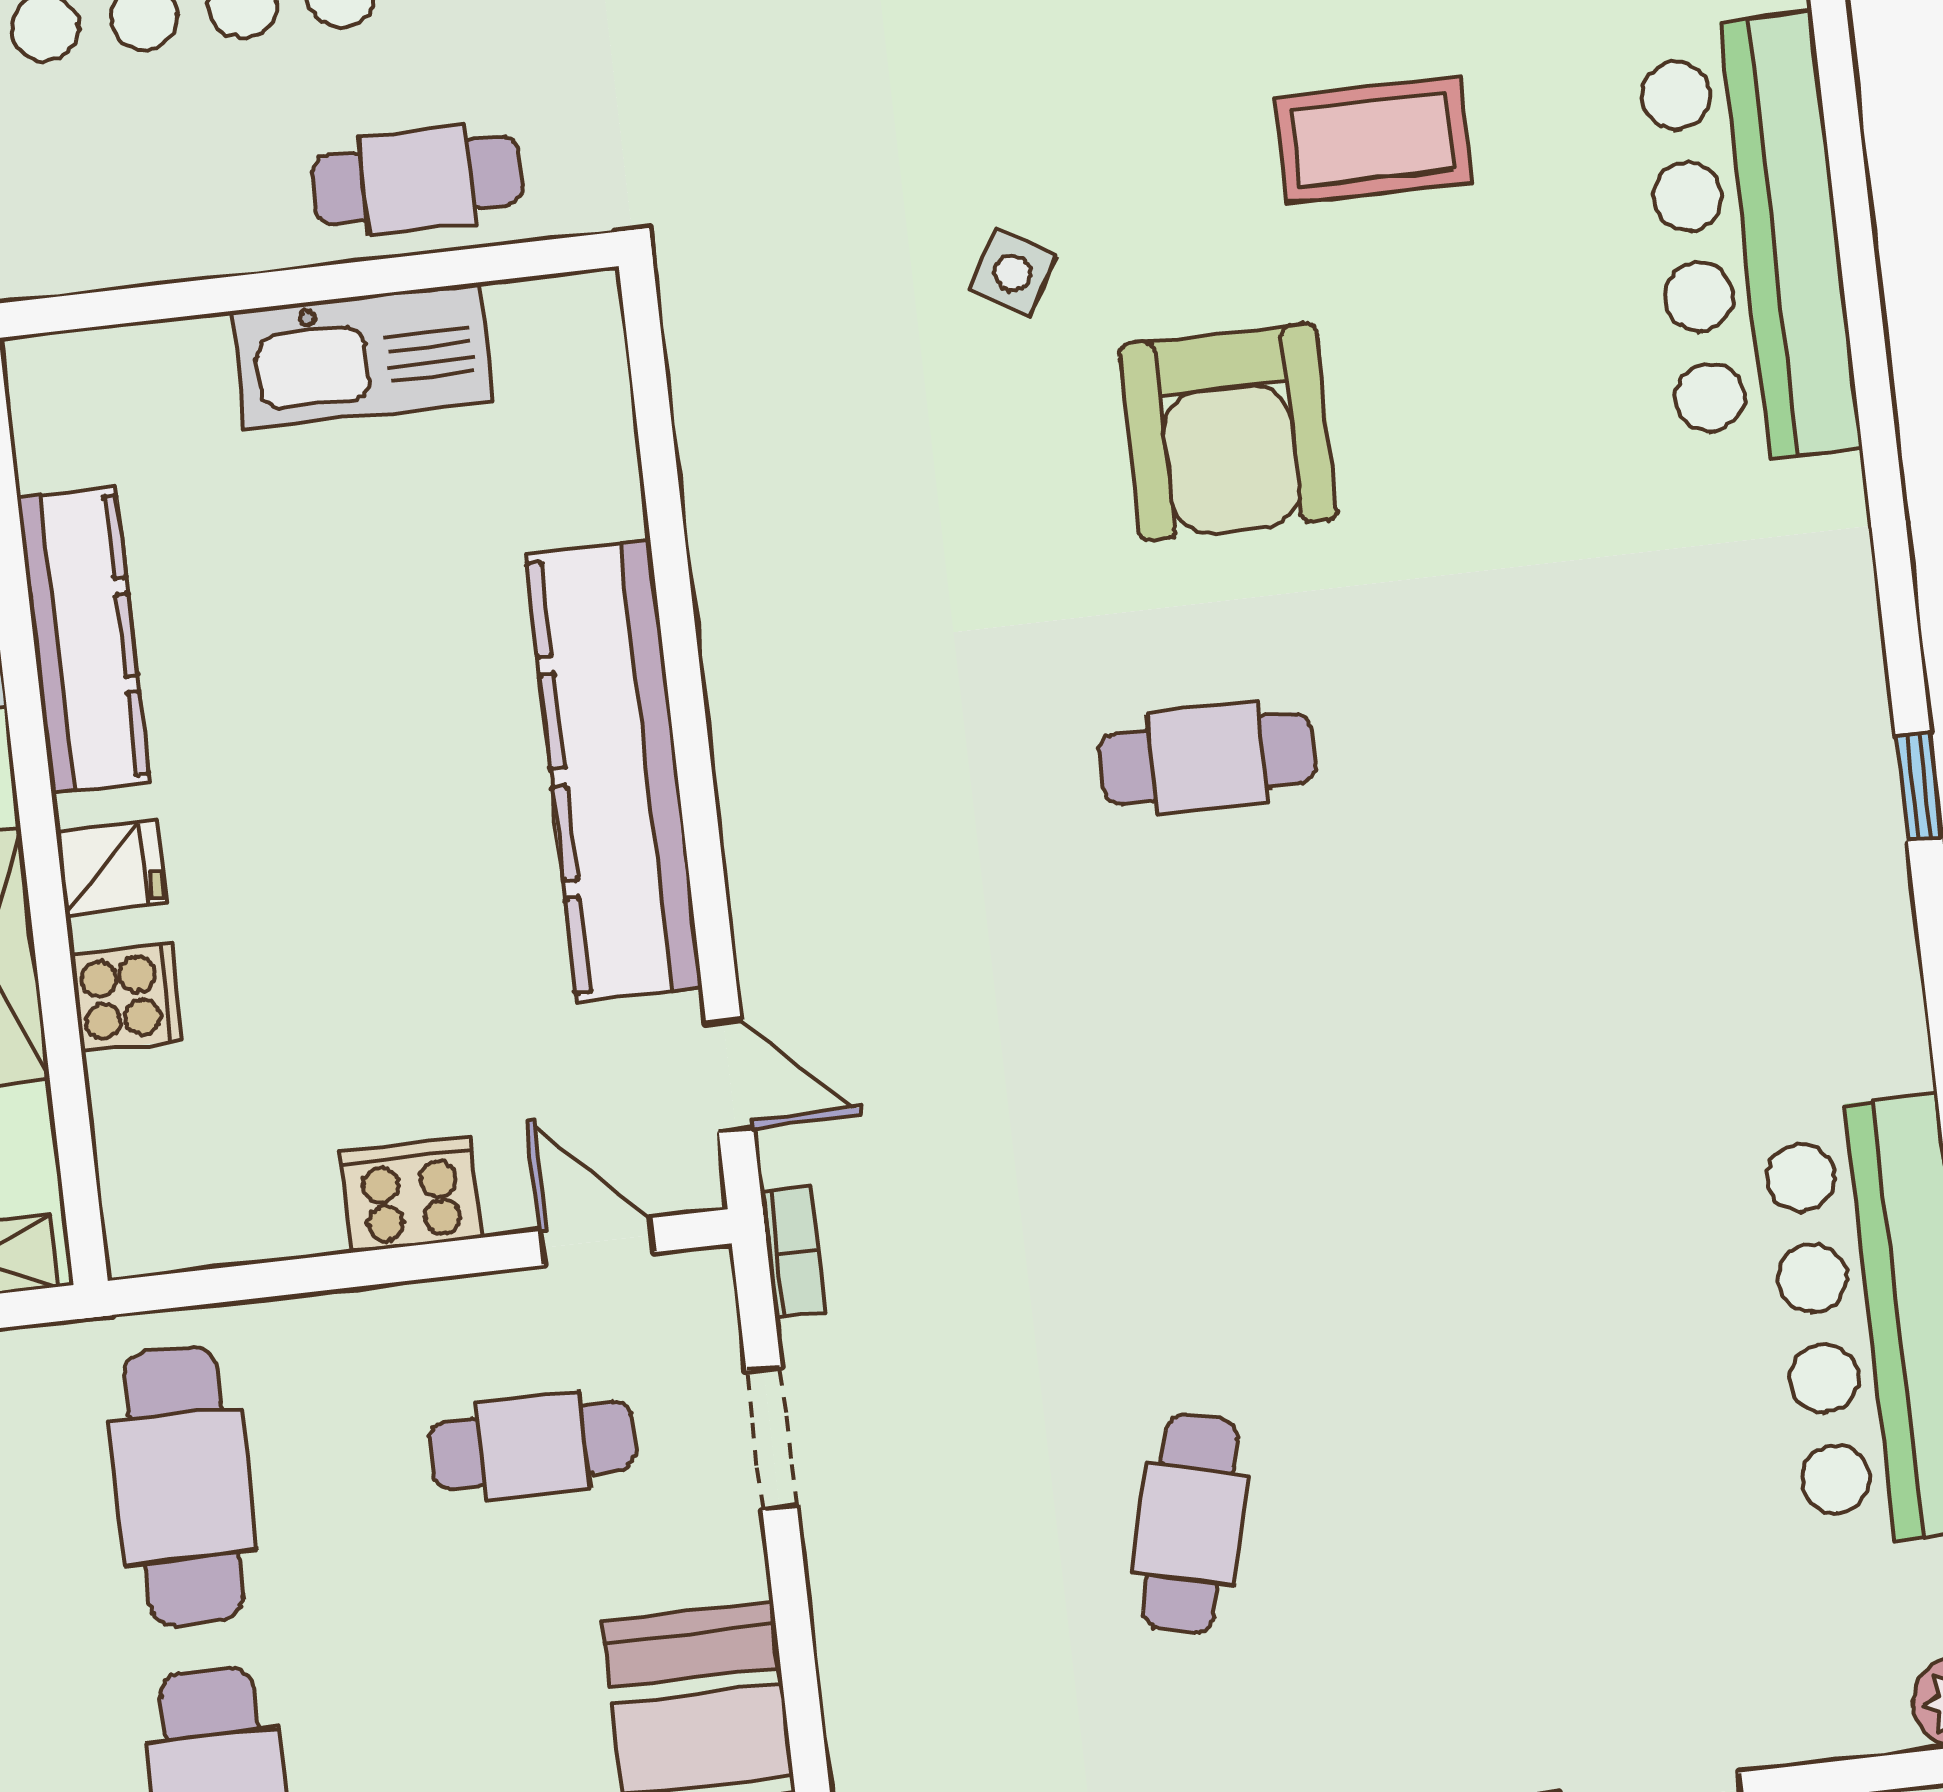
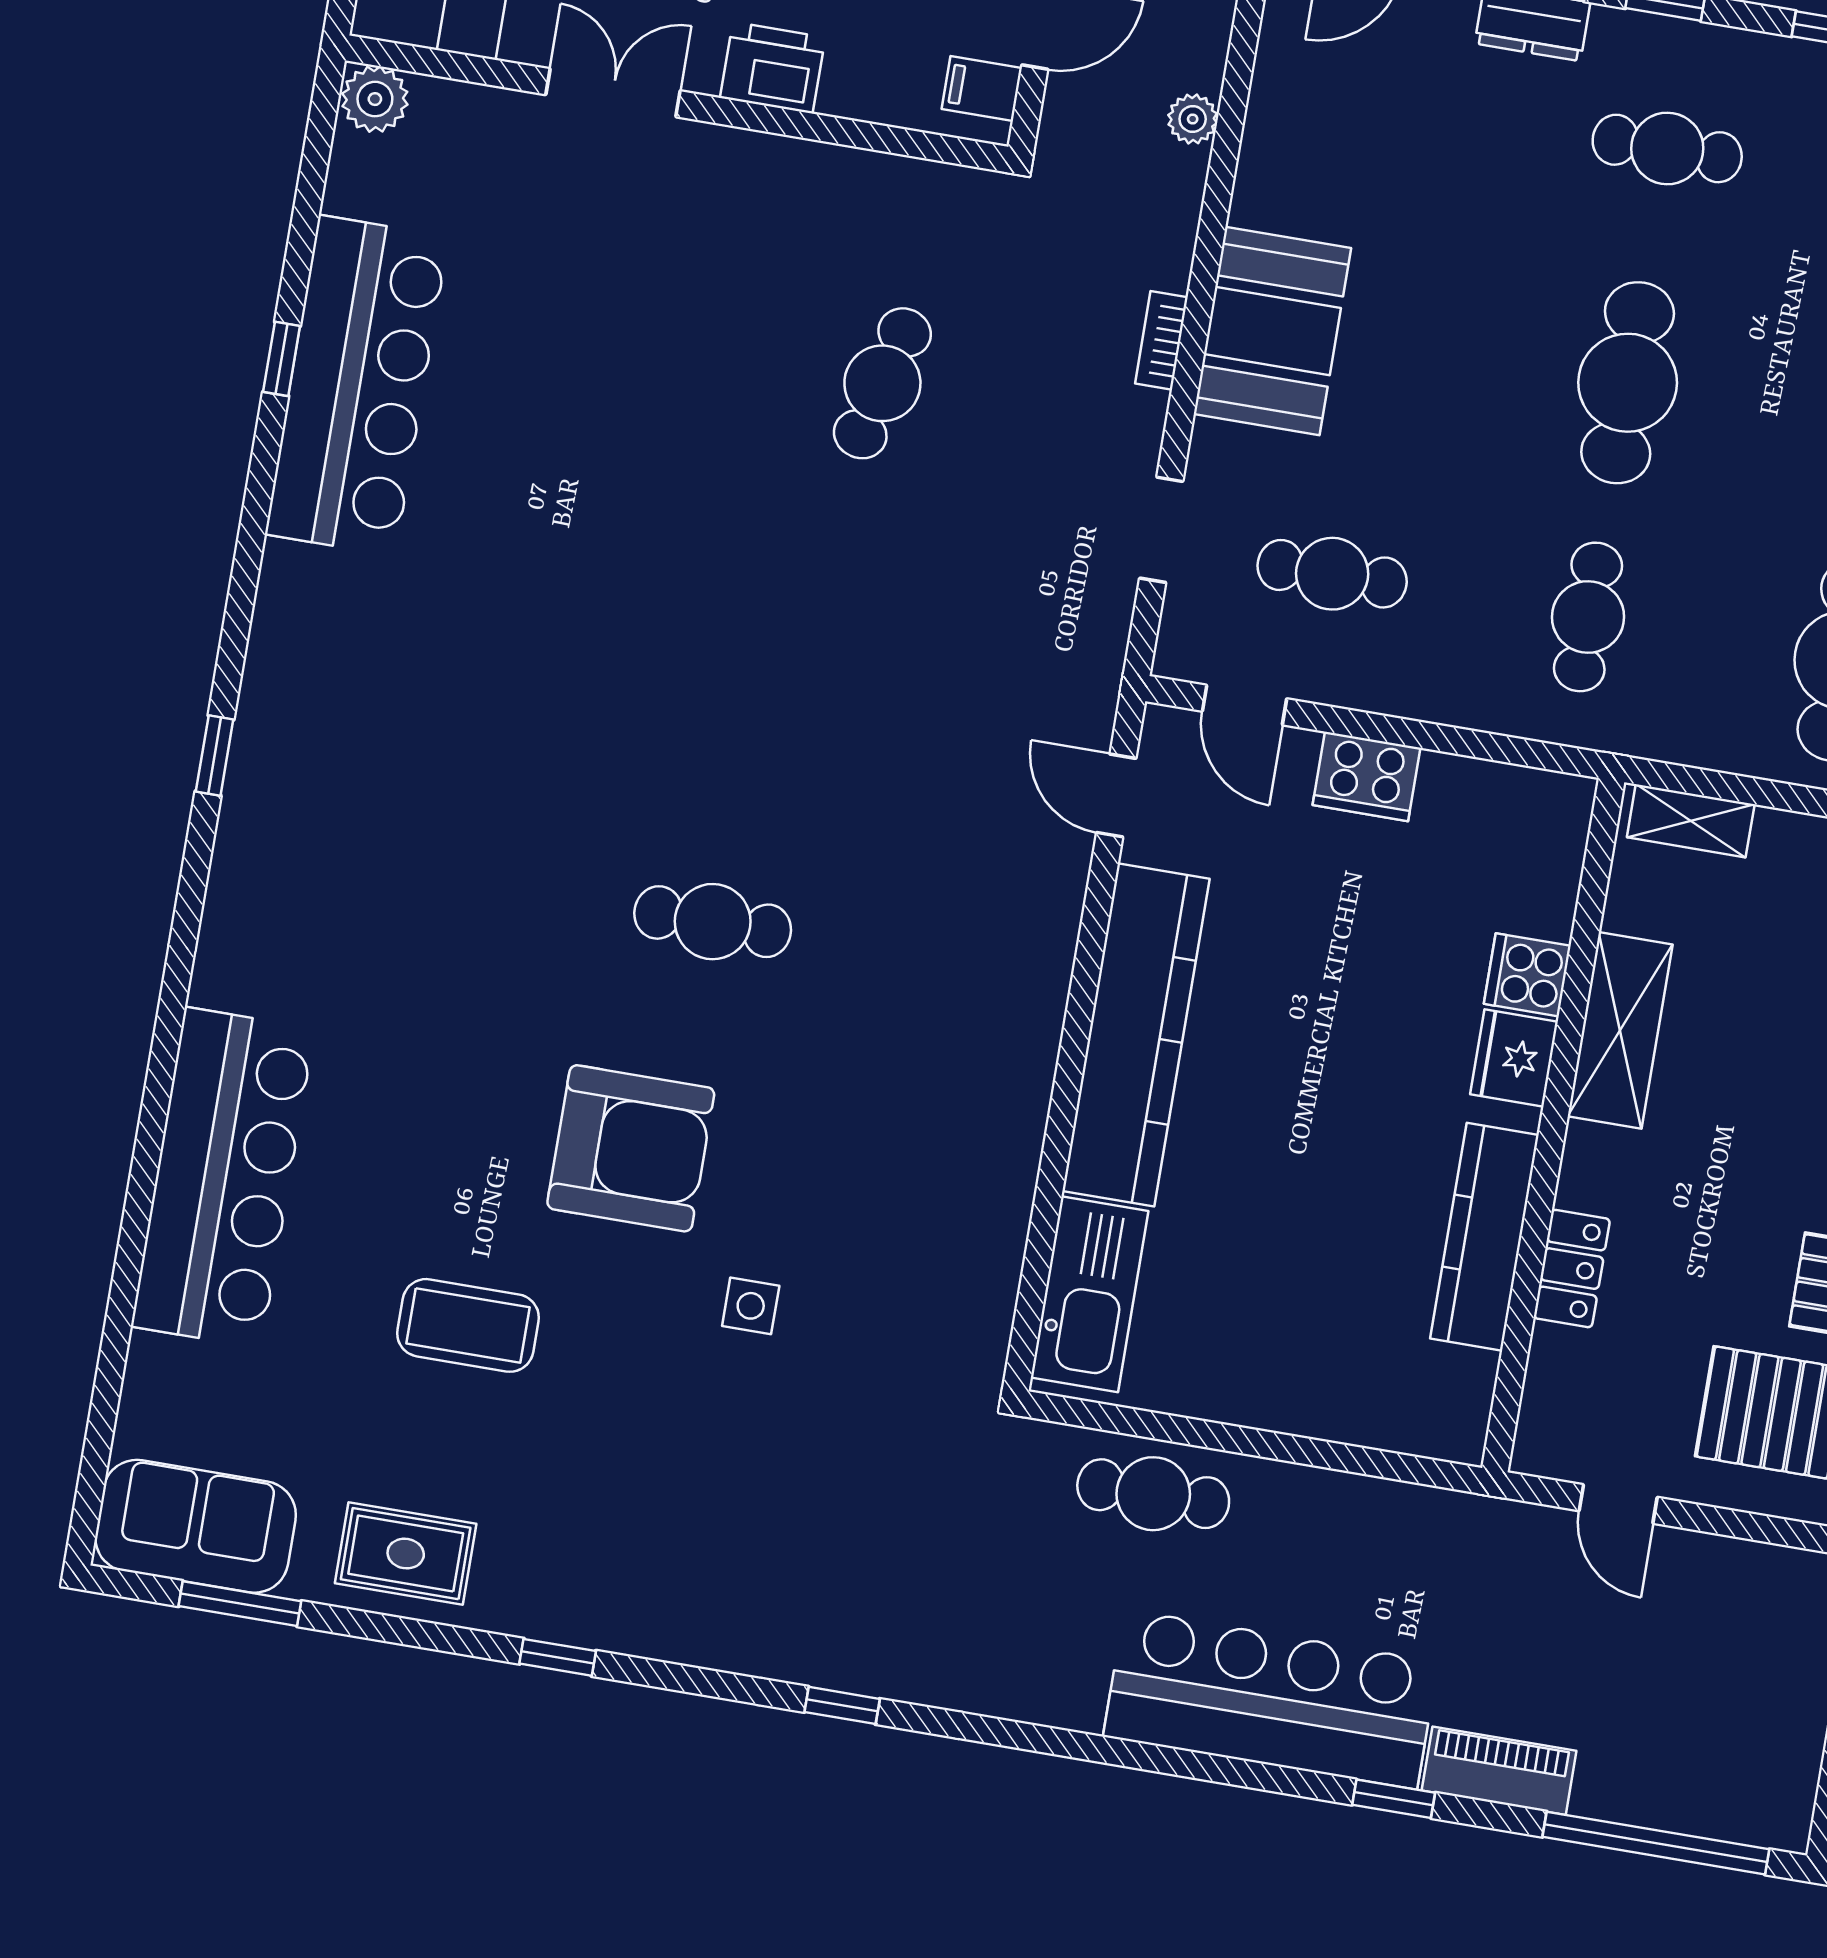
side table: (1013, 273) -> (751, 1306), turned -31
kitchen sink: (362, 356) -> (1090, 1294), moved, turned 90
armchair: (1228, 432) -> (631, 1148), turned 90
fridge: (111, 868) -> (1514, 1058), width x1.38
bookcase: (793, 1252) -> (1161, 340), moved
cafe table: (183, 1486) -> (1588, 617), width x0.73, depth x0.74

